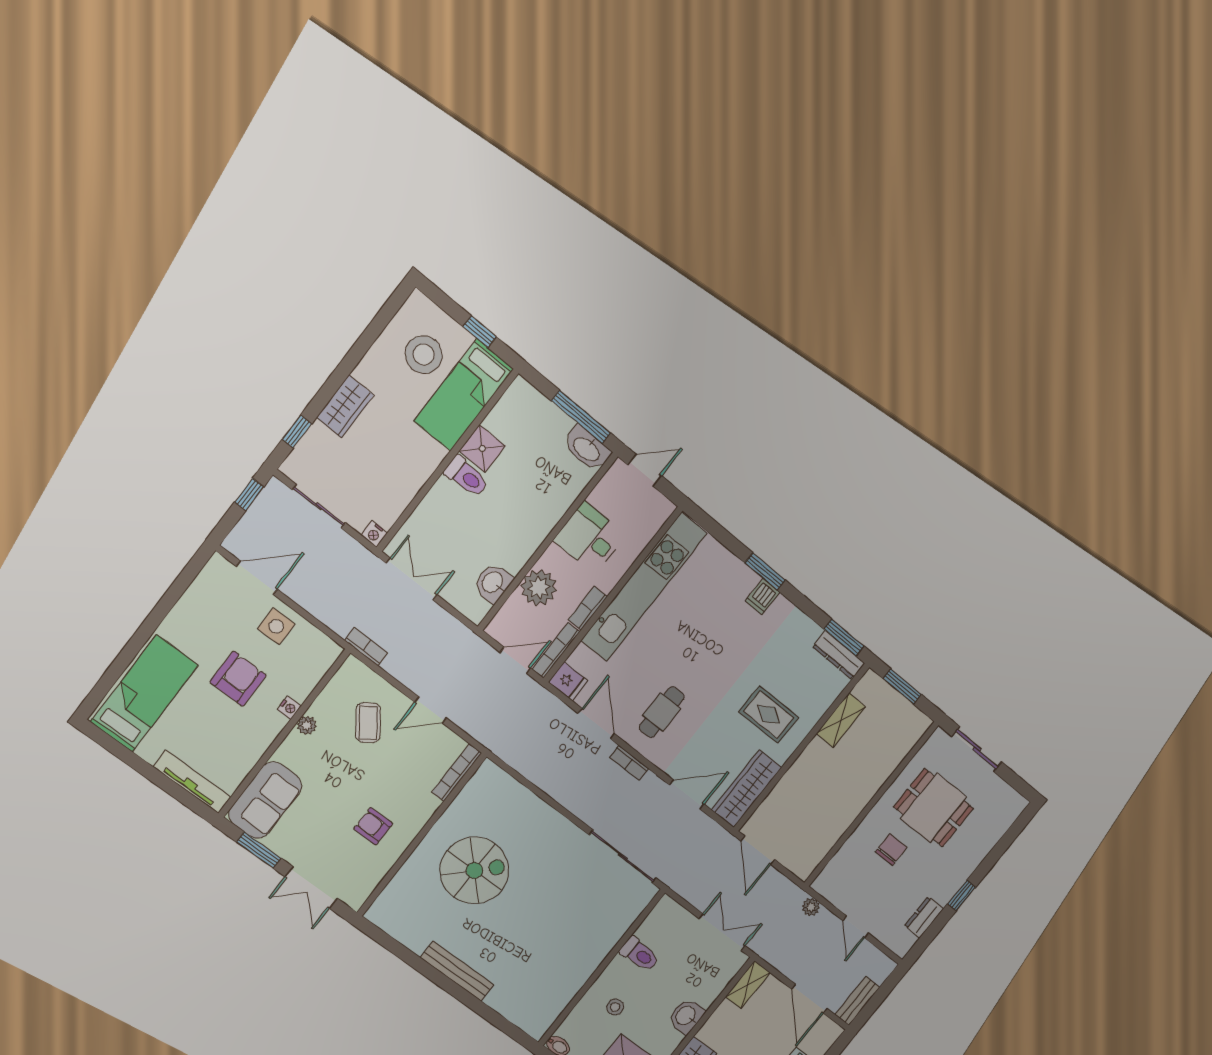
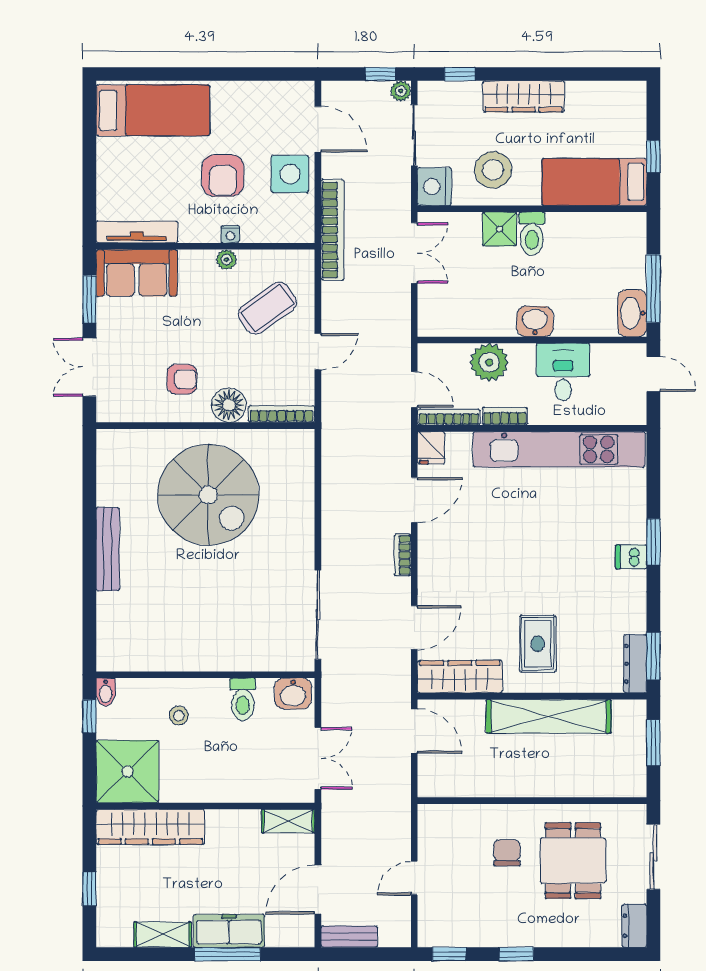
stool: (424, 355) -> (493, 170), moved
wardrobe: (345, 406) -> (524, 96), width x1.50
shower: (482, 448) -> (499, 229), moved
nightstand: (374, 534) -> (434, 187), width x1.89, depth x1.79
washbasin: (493, 583) -> (535, 321), moved
side table: (276, 626) -> (290, 174), width x1.37, depth x1.37
bookcase: (366, 647) -> (332, 230), width x2.31, depth x1.31
armchair: (238, 679) -> (223, 175), turned 90
door: (431, 710) -> (318, 351), swing flipped
cafe table: (662, 712) -> (468, 549), removed
shelving: (841, 720) -> (549, 716), width x2.20, depth x1.33
coffee table: (368, 723) -> (267, 308), width x1.36, depth x1.30
tv unit: (192, 782) -> (137, 232), moved, turned -90
door: (687, 795) -> (414, 628), hinge flipped
floor lamp: (420, 806) -> (229, 405), added
armchair: (373, 826) -> (182, 379), turned 90
door: (758, 850) -> (414, 731), swing flipped
chair: (891, 850) -> (507, 853), turned -90
spiral stairs: (474, 870) -> (208, 495), width x1.37, depth x1.37
plant: (811, 907) -> (401, 91), moved
dresser: (924, 917) -> (634, 926), moved, turned -90
window: (924, 942) -> (449, 954), added
washbasin: (686, 1016) -> (293, 694), moved, turned 180

